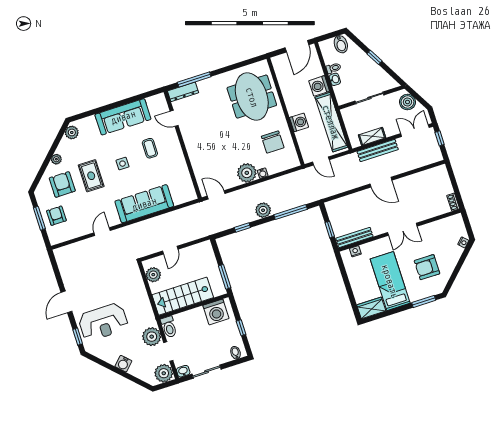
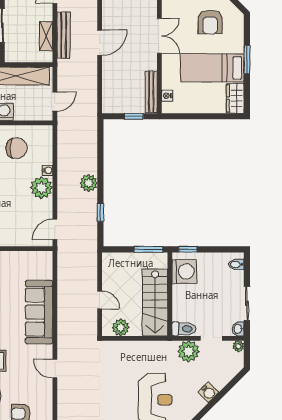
window: (291, 212) -> (100, 153), removed
window: (424, 301) -> (247, 60), moved
window: (241, 328) -> (188, 249), moved
plant: (164, 373) -> (238, 346), width x0.53, depth x0.53

